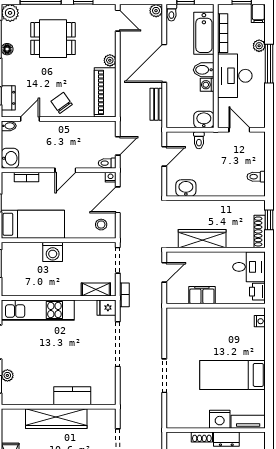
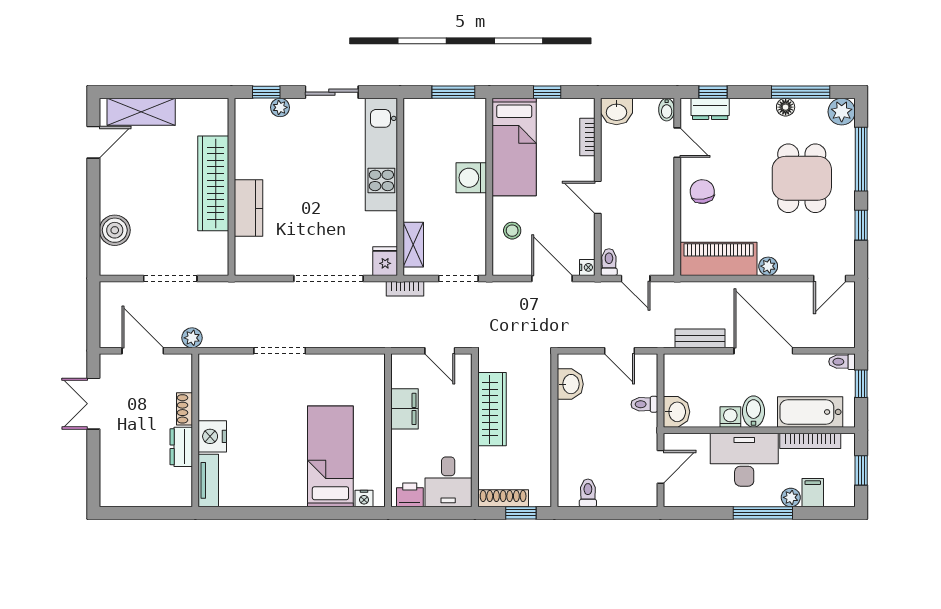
plant: (156, 11) -> (192, 338), moved
filing cabinet: (258, 13) -> (813, 493), moved, turned 90
chair: (62, 103) -> (702, 192), turned -62
stool: (101, 225) -> (512, 231), moved
bed: (233, 375) -> (330, 456), moved

